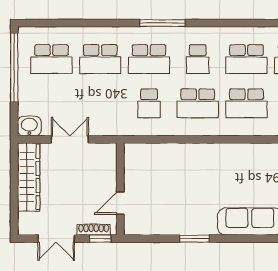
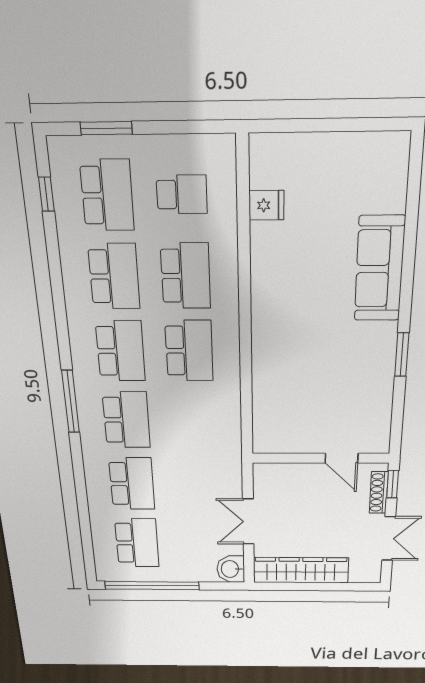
school desk: (198, 59) -> (121, 351), width x1.85
school desk: (149, 103) -> (192, 420), removed

